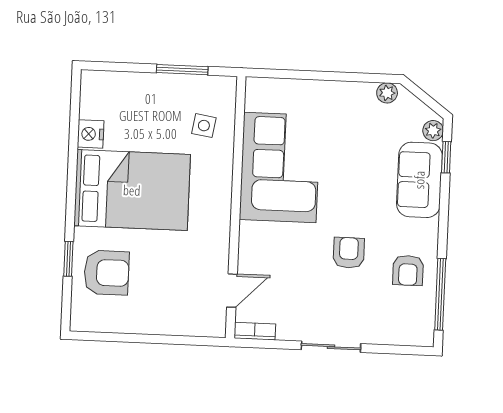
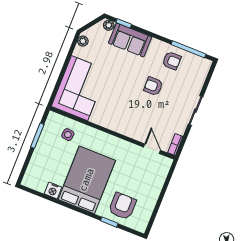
corner sofa: (280, 168) -> (80, 88), moved, turned 90

